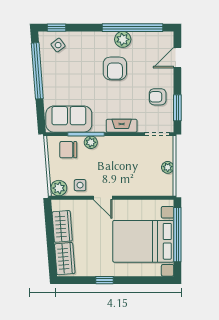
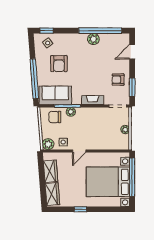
armchair: (115, 68) -> (59, 64), moved
window: (37, 71) -> (34, 79), moved
door: (103, 198) -> (79, 151), hinge flipped

